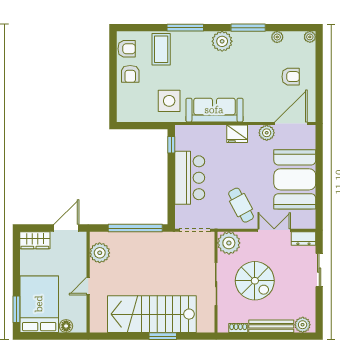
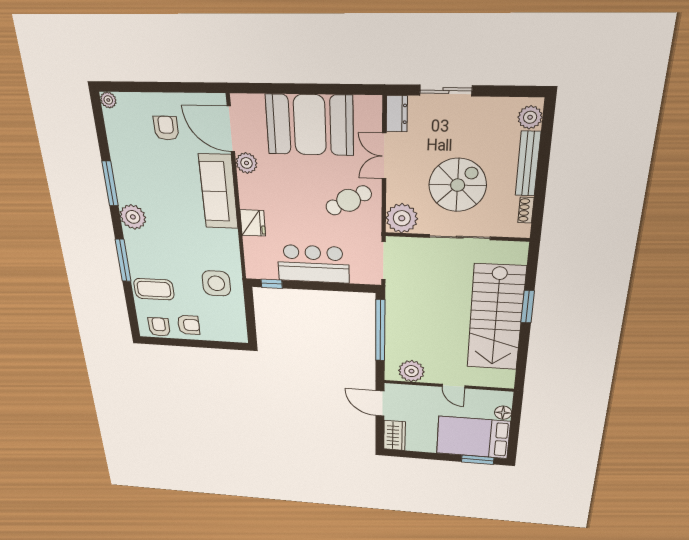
plant: (277, 37) -> (116, 145), removed
sofa: (214, 110) -> (218, 192), moved
fridge: (237, 134) -> (253, 223), moved

